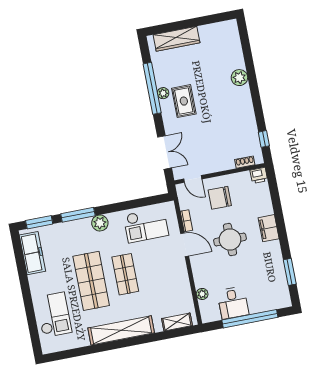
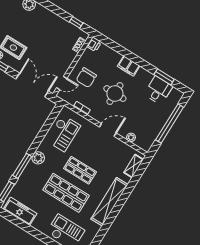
double door: (165, 152) -> (32, 85), width x1.37
door: (185, 245) -> (108, 130), moved
desk: (233, 303) -> (158, 90), moved, turned -90

